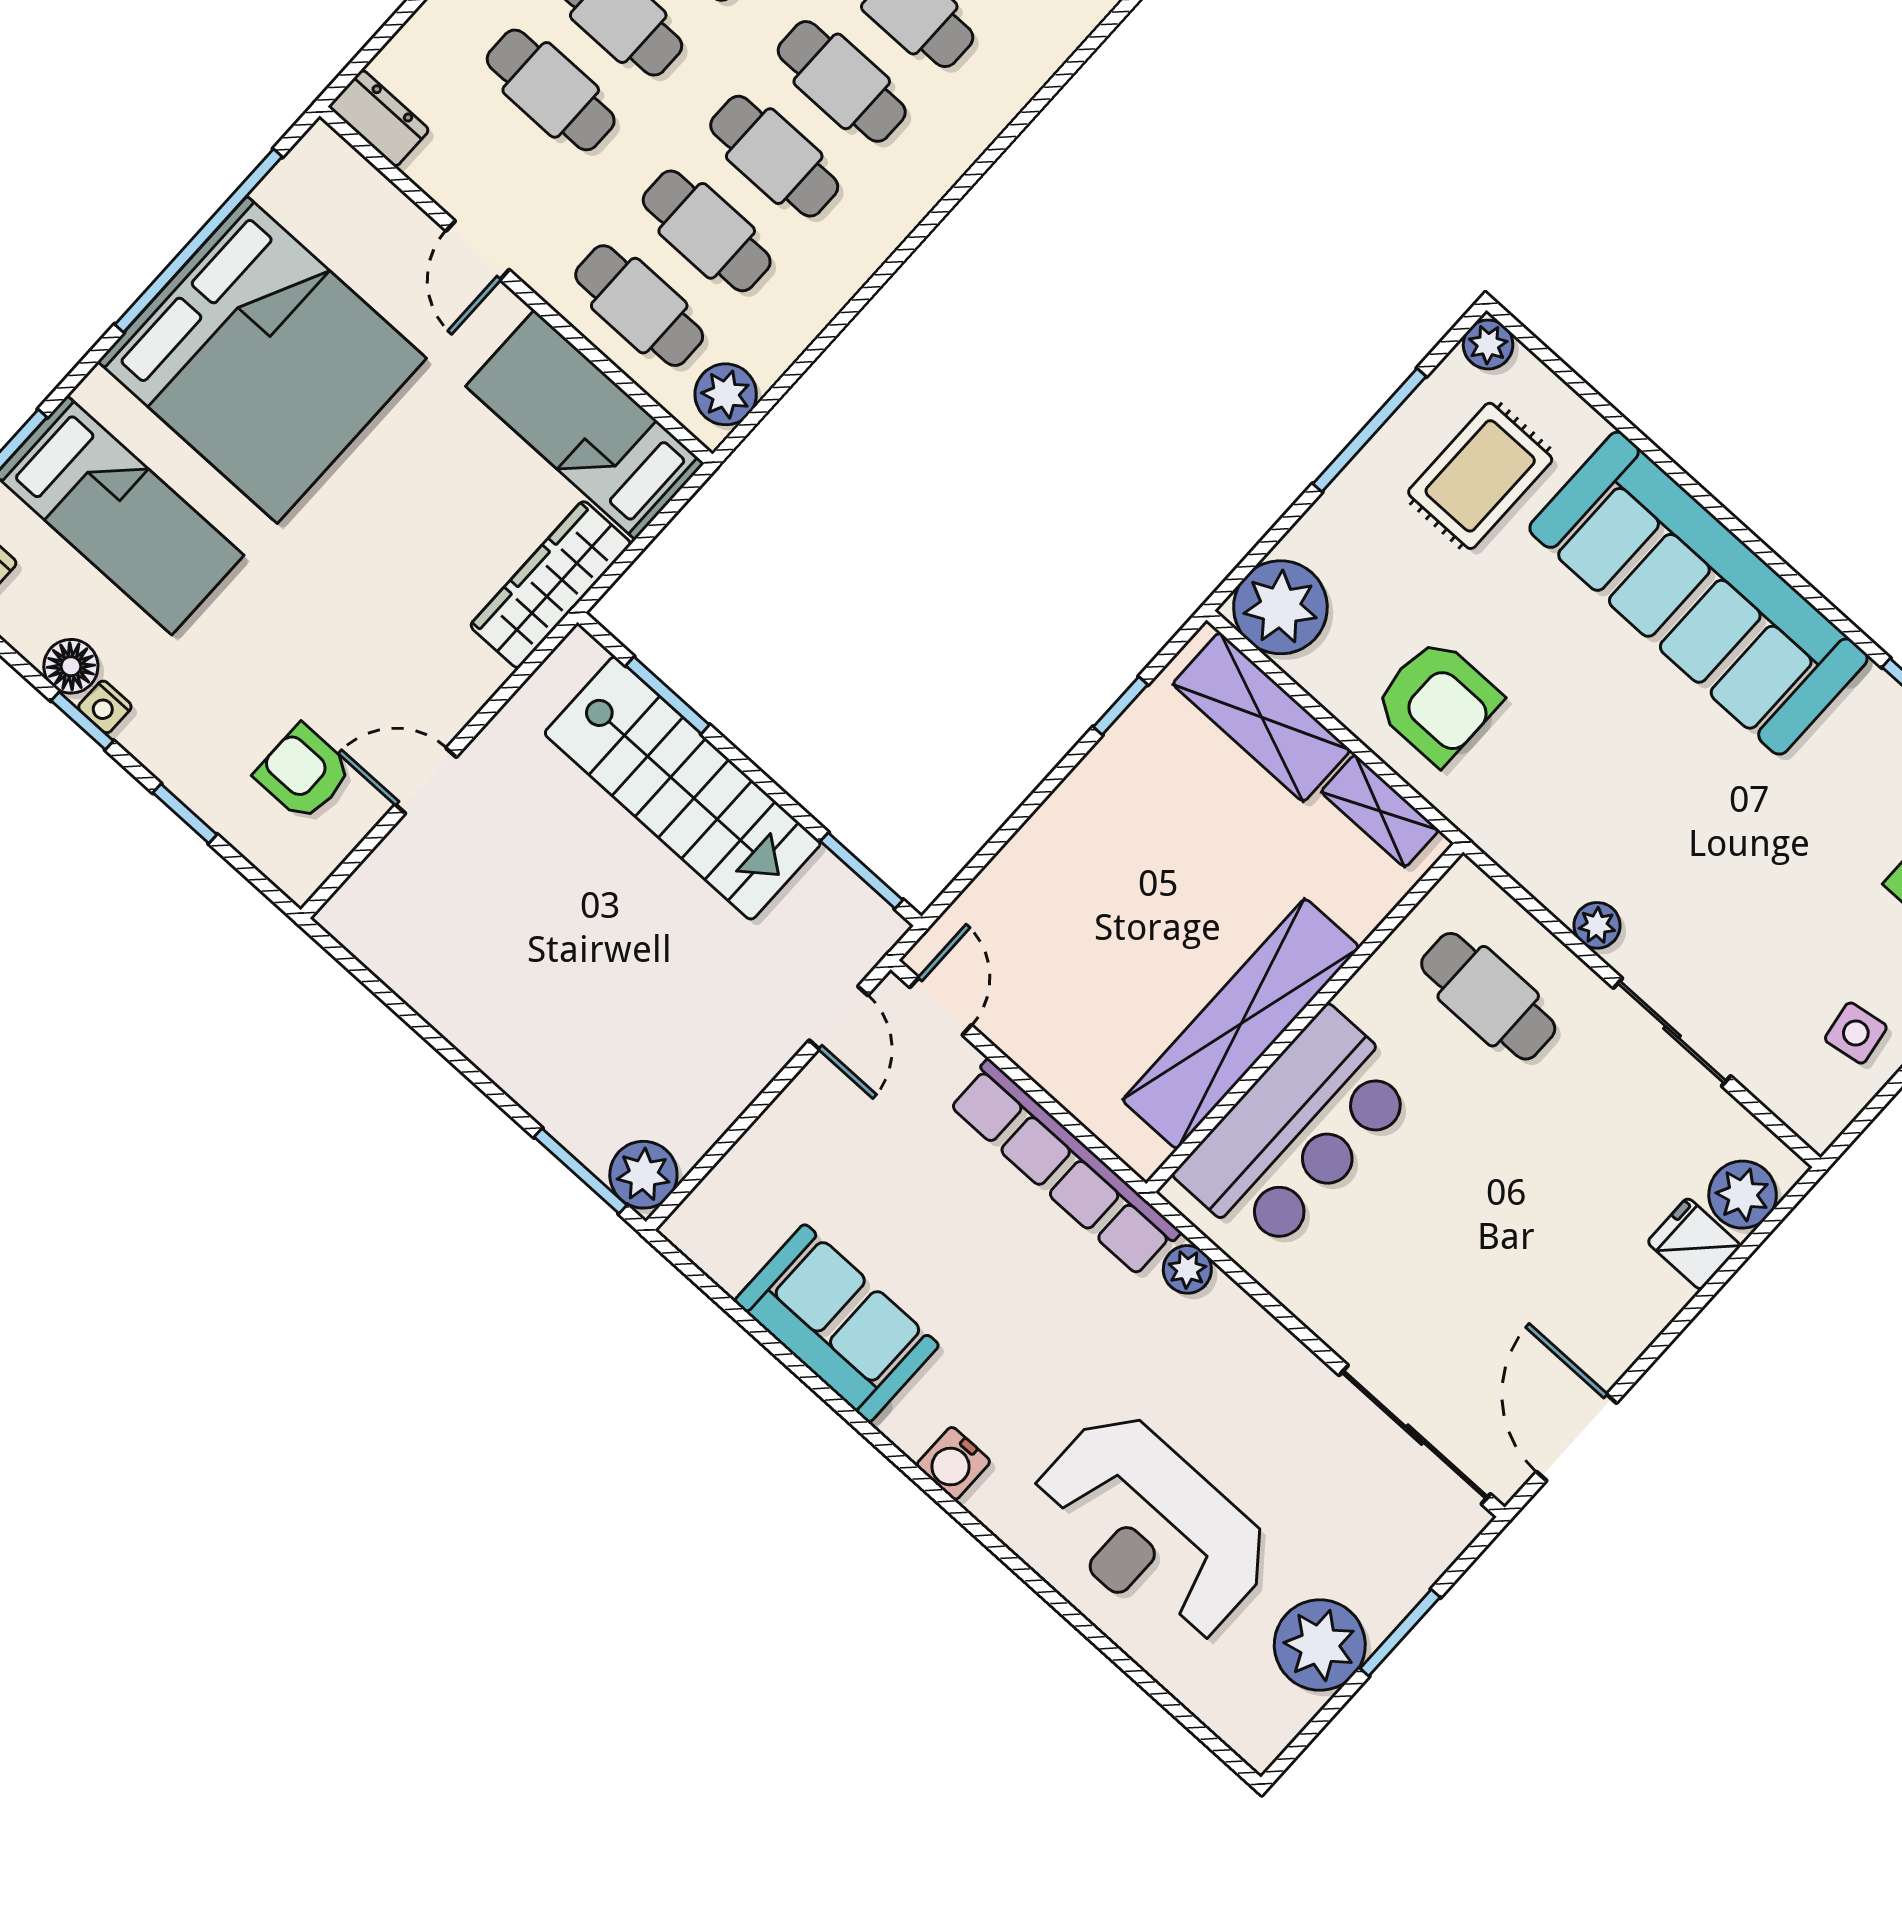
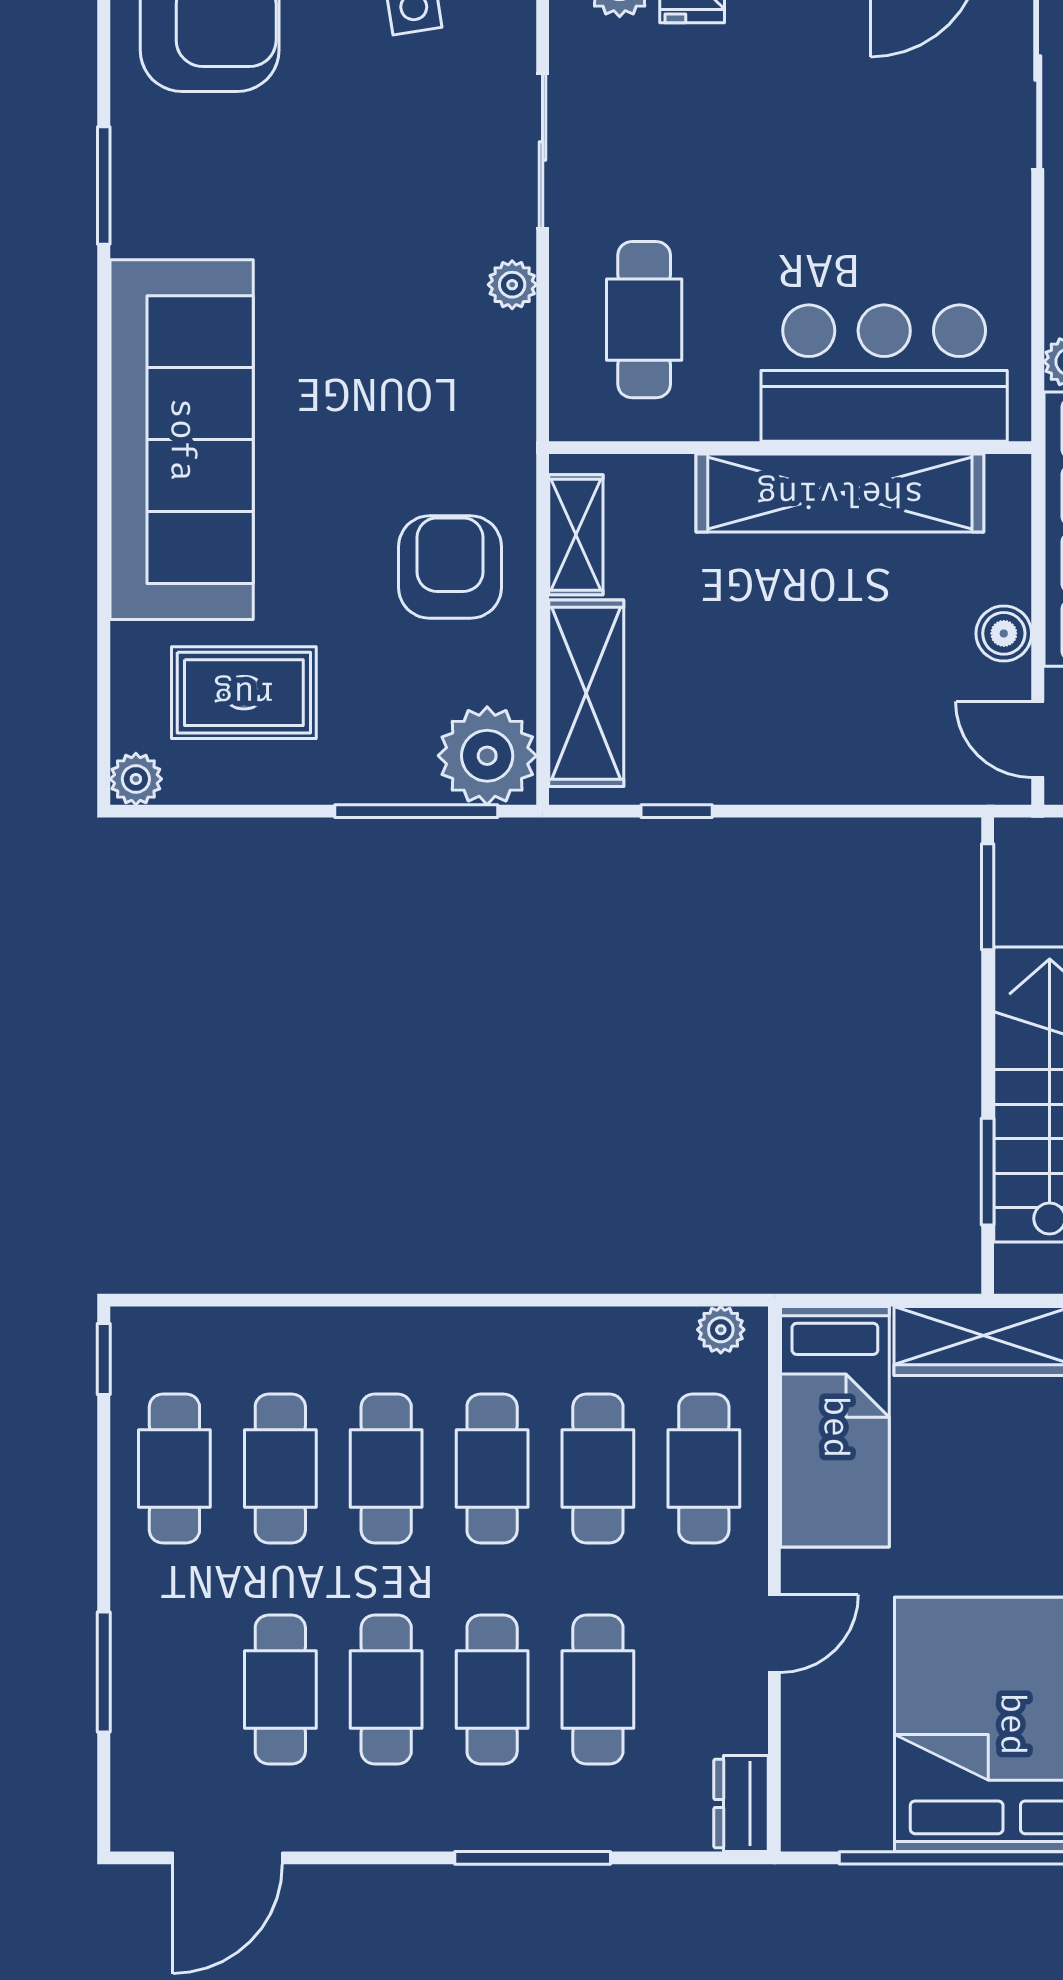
plant: (726, 394) -> (721, 1330), width x0.73, depth x0.73
window: (1369, 430) -> (416, 811), moved
door: (941, 1006) -> (1038, 740), hinge flipped
boiler: (1037, 1050) -> (1004, 633), added

